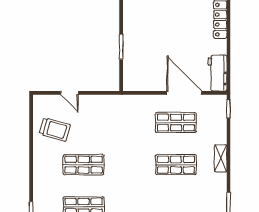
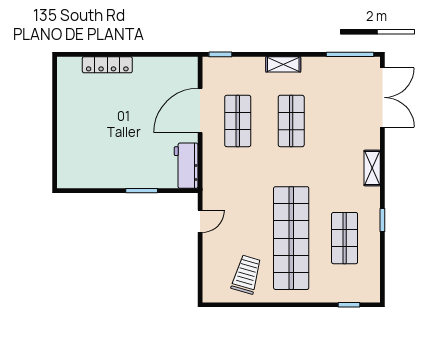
workbench: (218, 73) -> (186, 166), moved, turned 90
door: (70, 93) -> (200, 221), moved
shop shelf: (84, 165) -> (291, 238), width x2.00, depth x1.36

